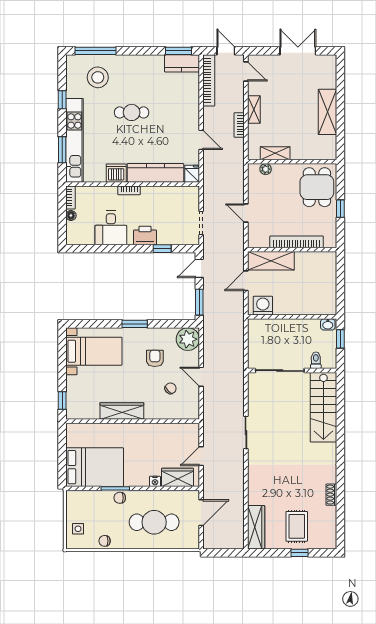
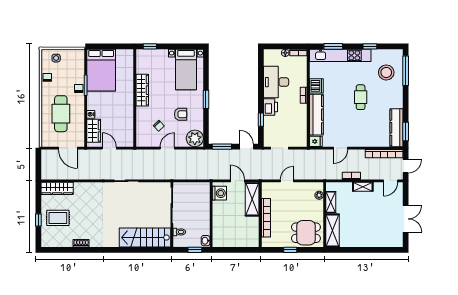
kitchen counter: (182, 63) -> (397, 128), width x1.50
shelving: (328, 112) -> (333, 231), moved, turned 90
desk: (111, 228) -> (276, 82), width x1.37

